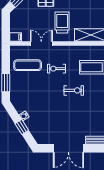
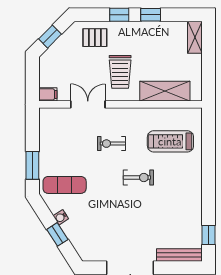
trolley: (62, 23) -> (120, 72), turned 180
exercise mat: (28, 65) -> (65, 185), moved

